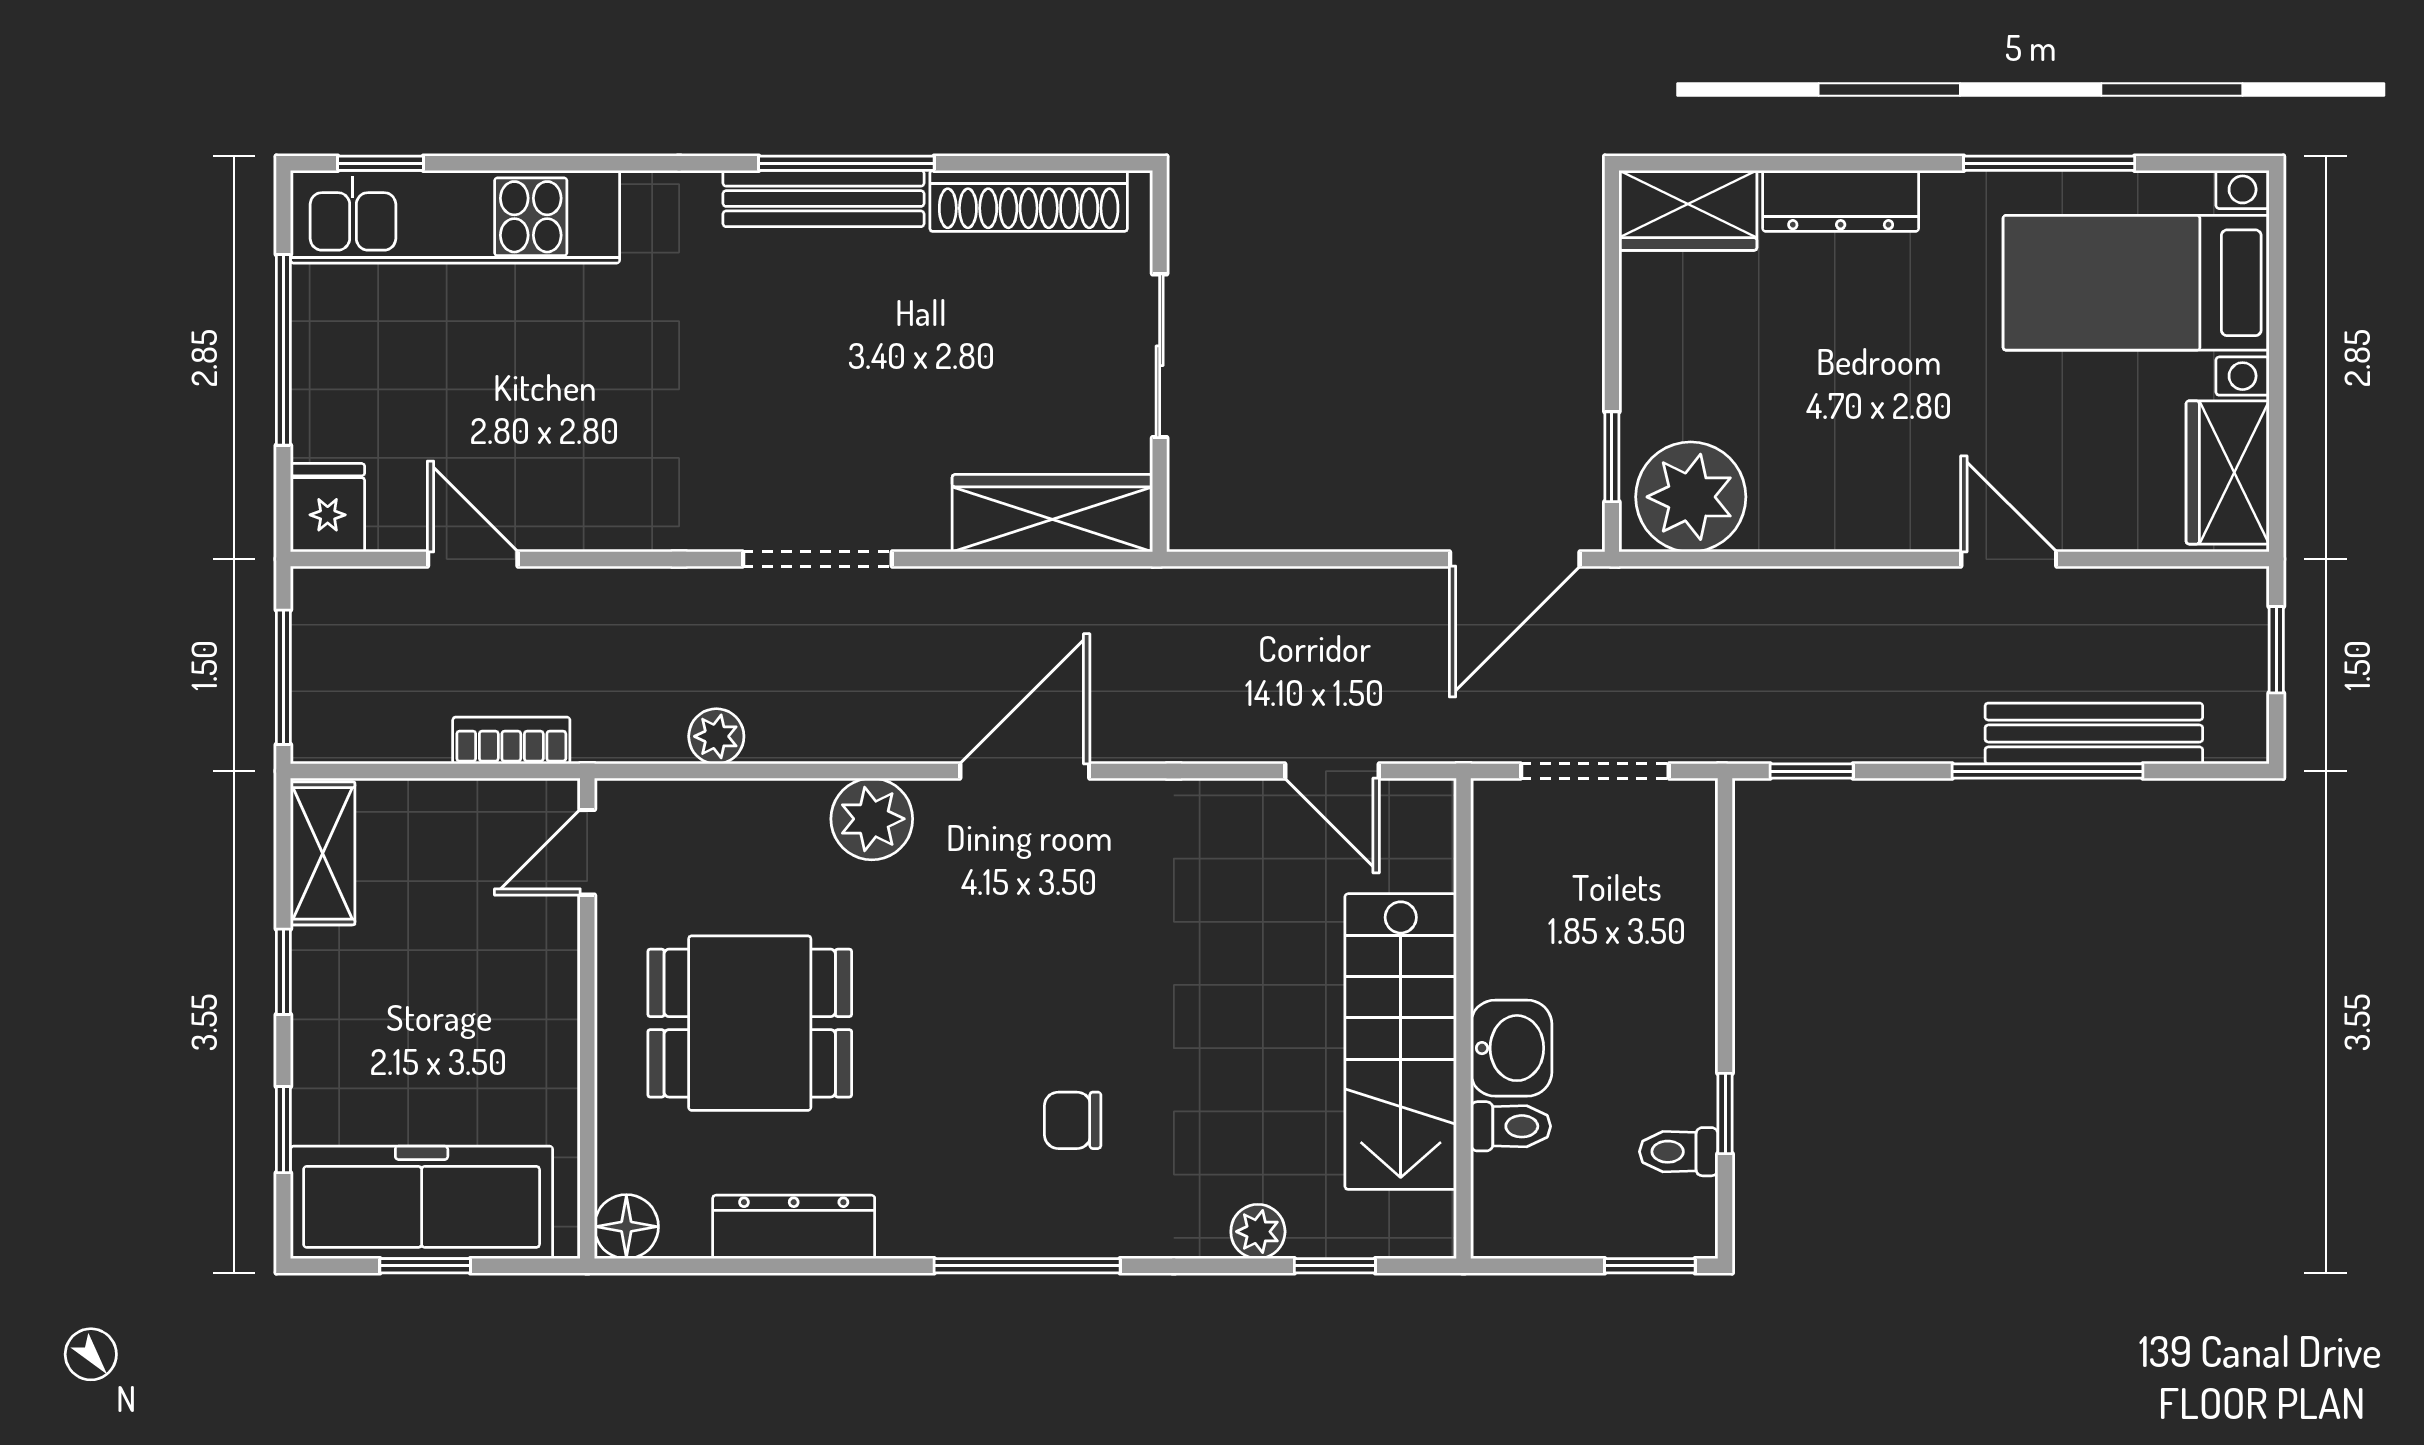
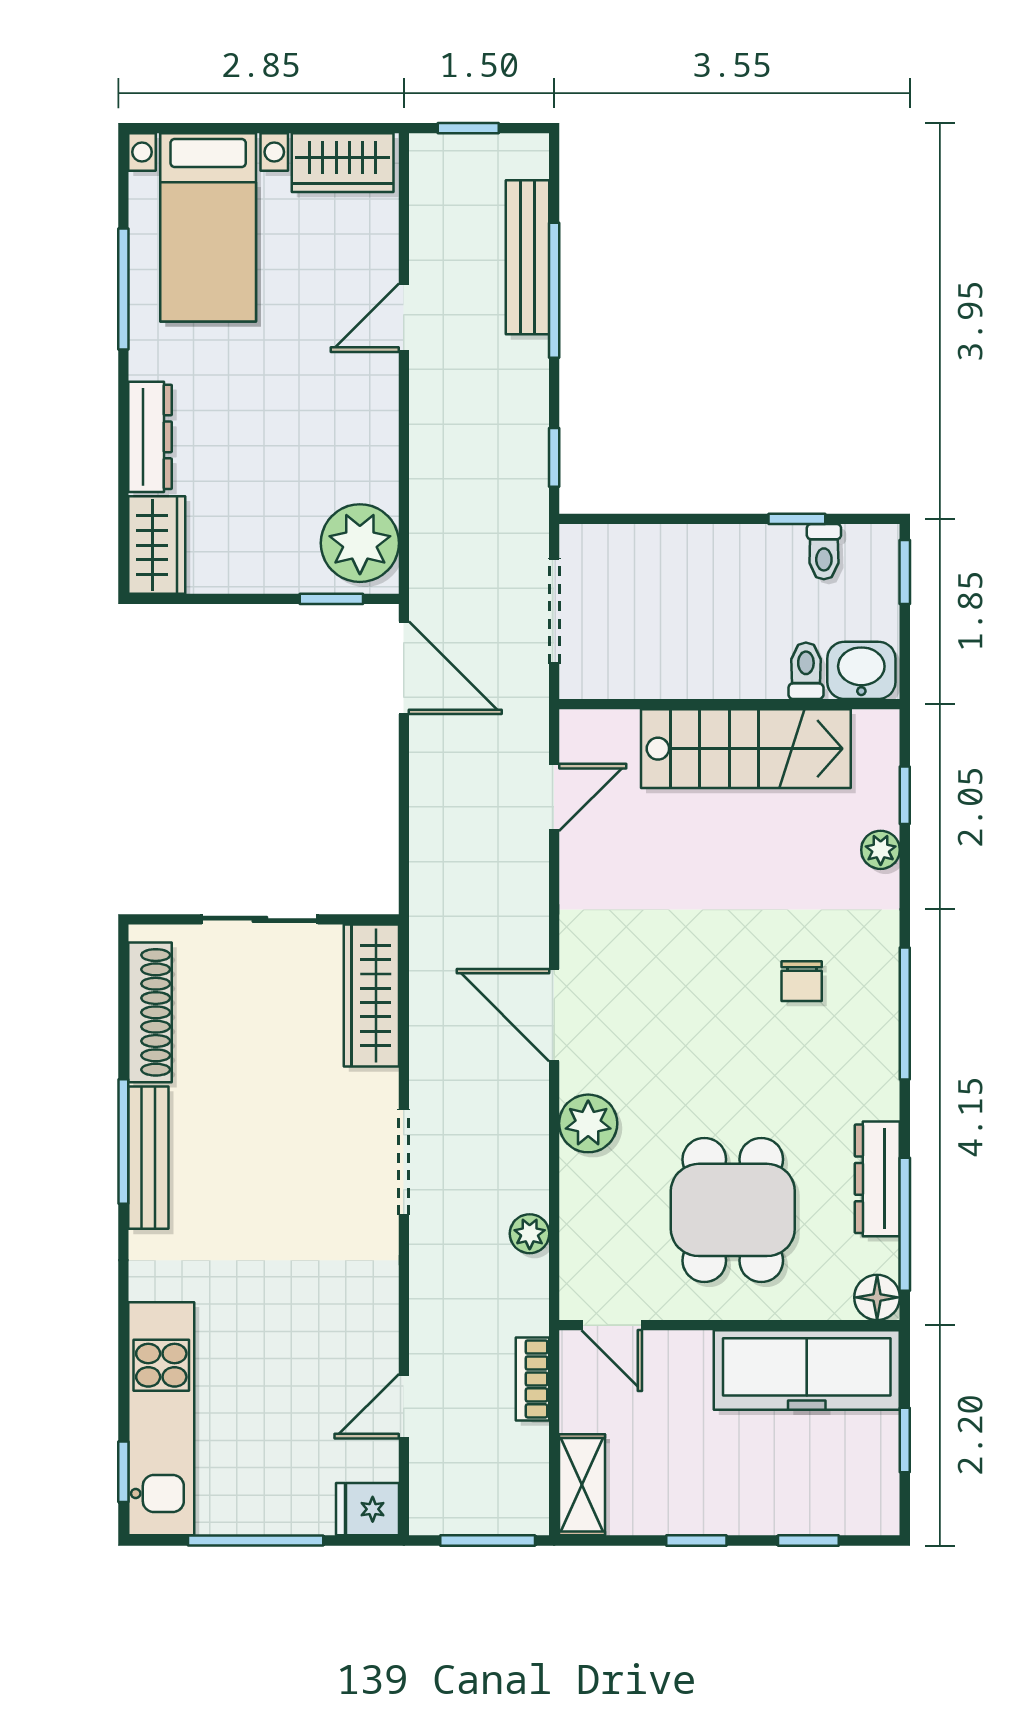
shelving: (323, 853) -> (582, 1485), moved, turned 90
washbasin: (1511, 1048) -> (861, 670), moved
freezer: (422, 1202) -> (807, 1370), moved, turned -90
window: (730, 1266) -> (905, 1224), added

